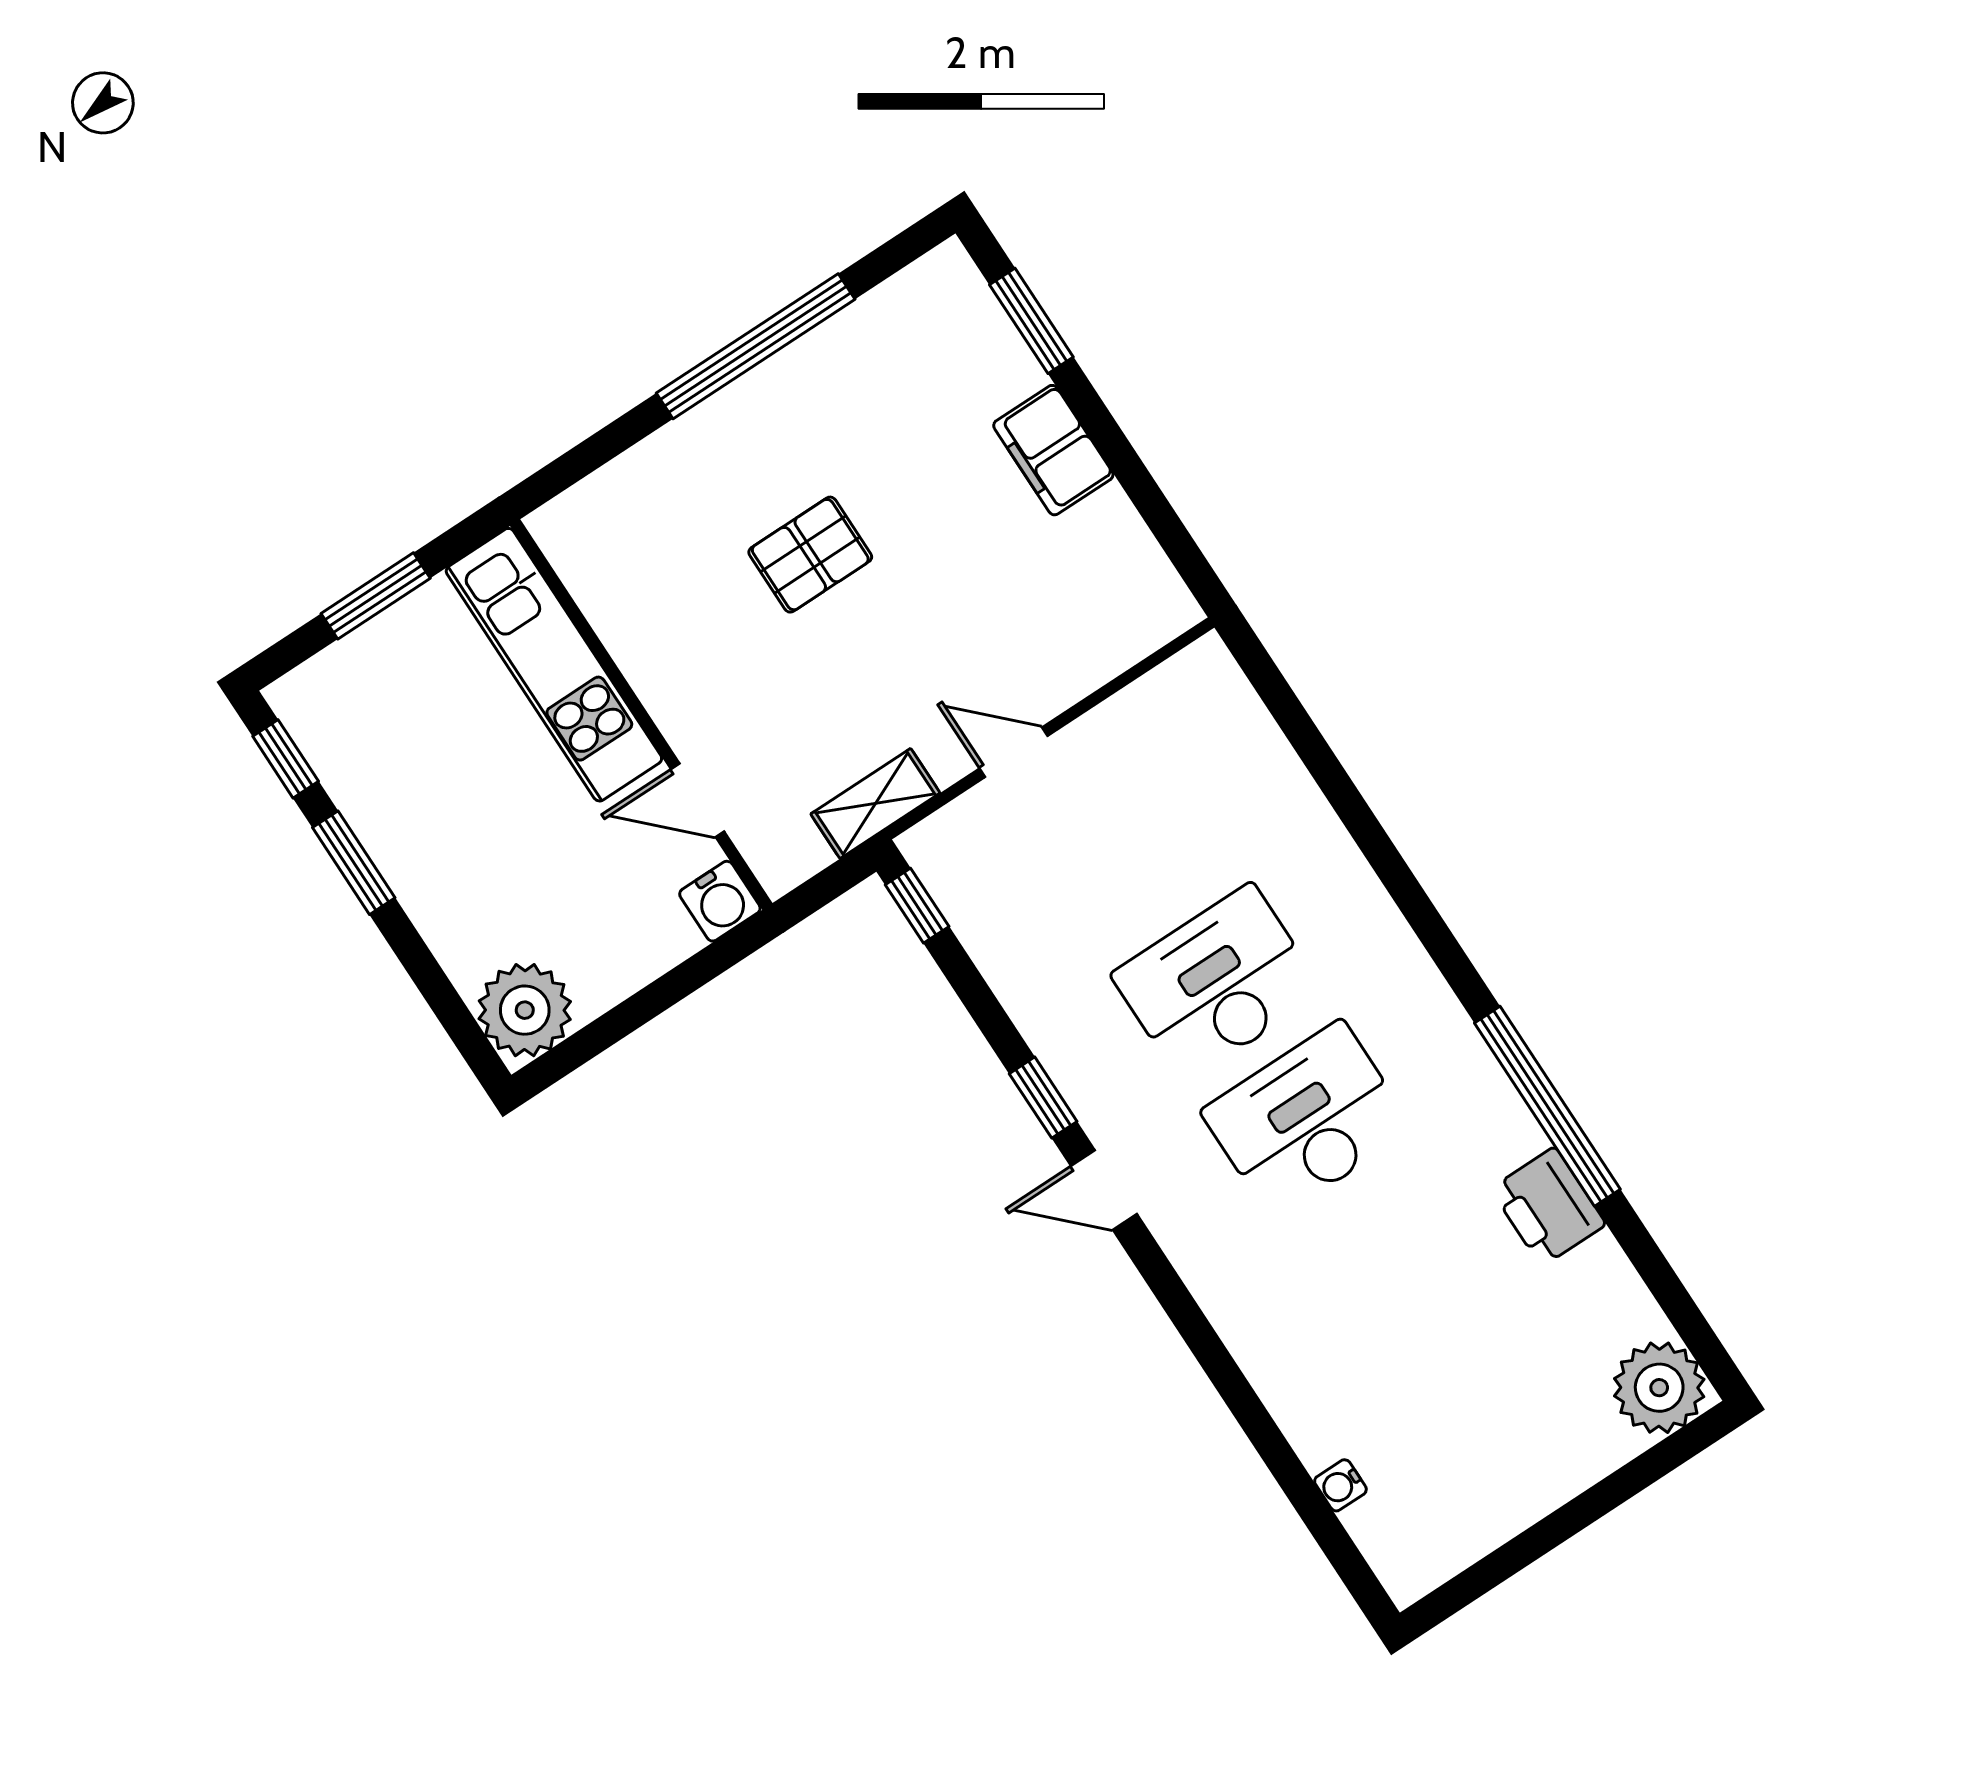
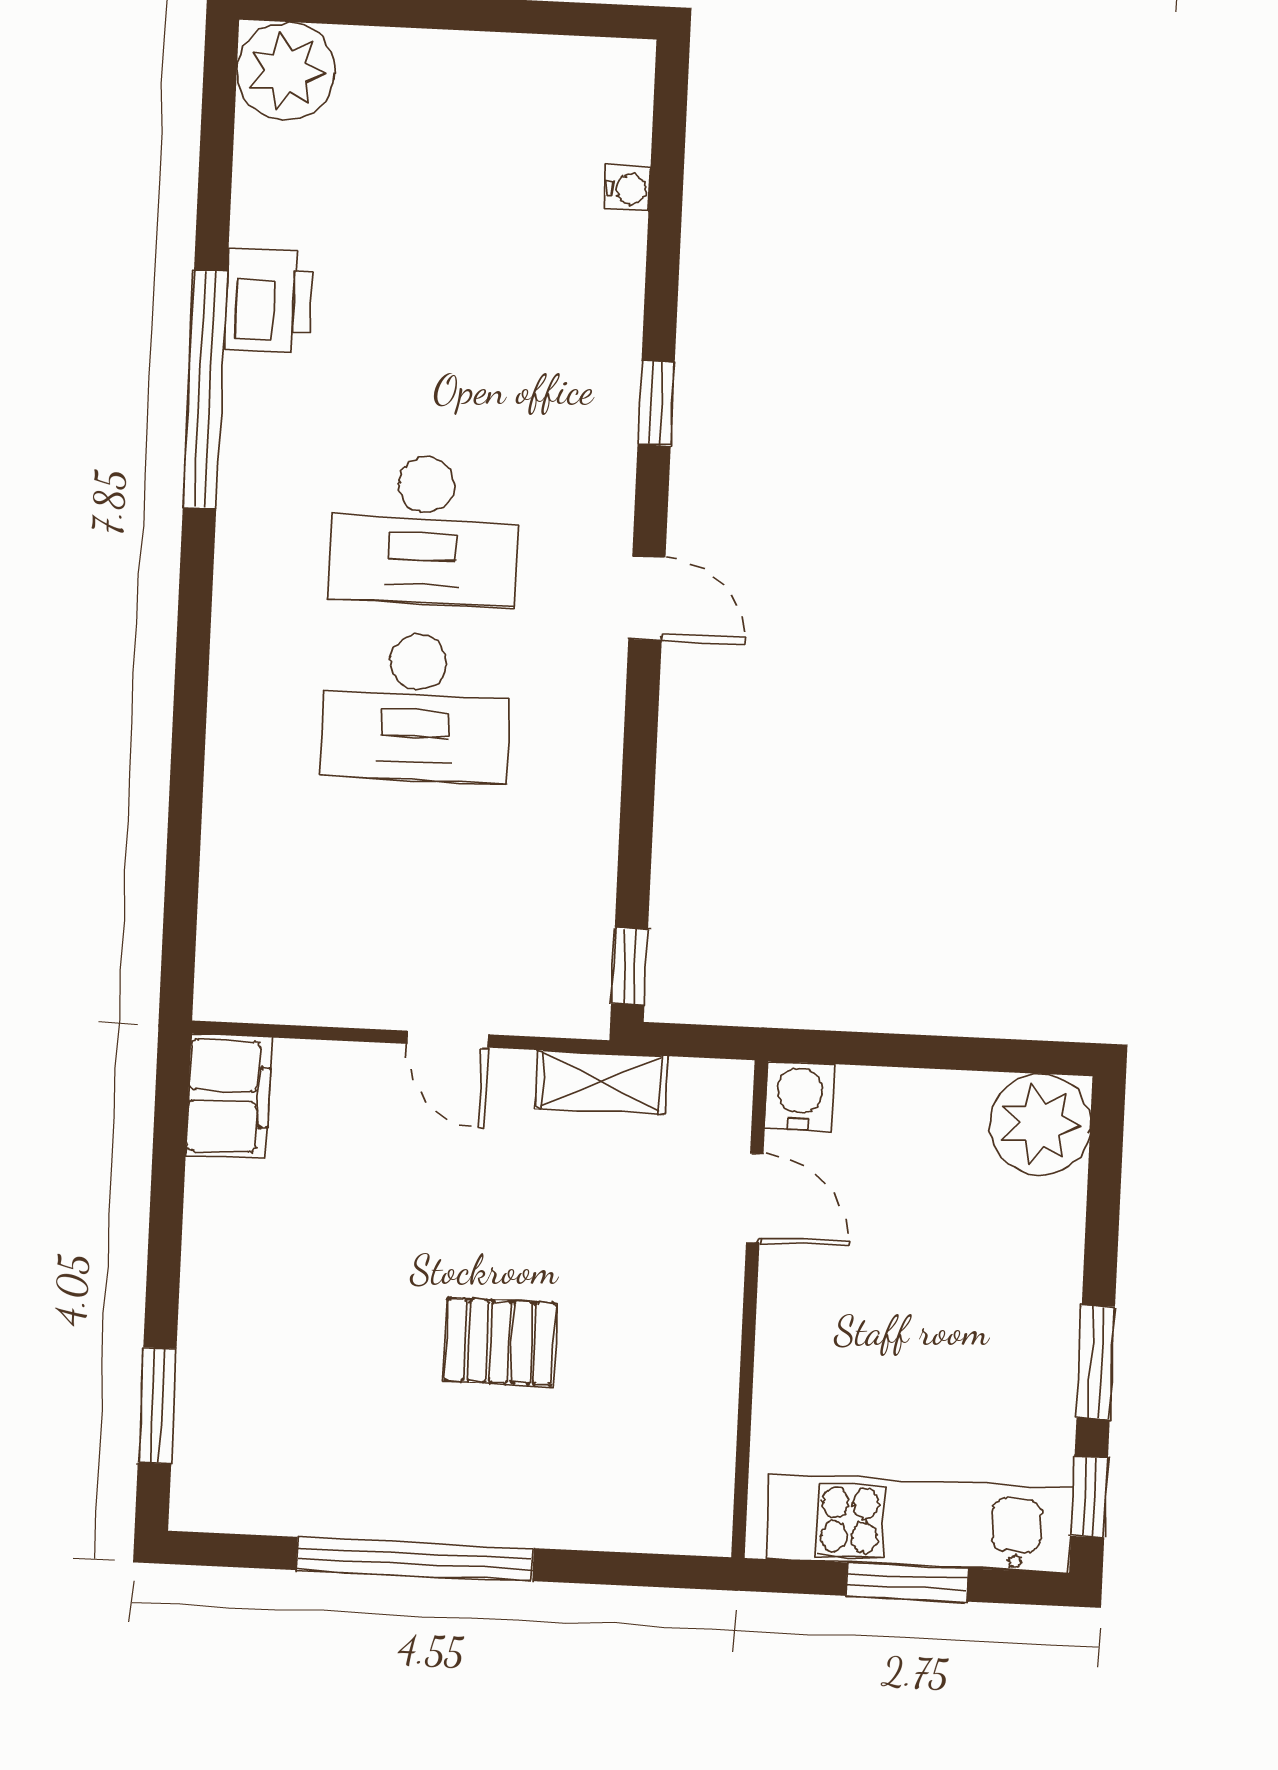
filing cabinet: (1053, 450) -> (229, 1096), moved
kitchen unit: (554, 665) -> (920, 1523), moved, turned -90
window: (1043, 1098) -> (656, 403), moved

